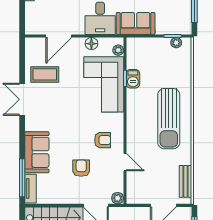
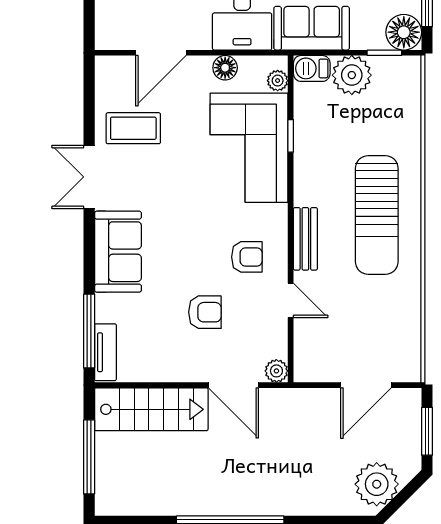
floor lamp: (183, 26) -> (404, 32), added
plant: (176, 43) -> (352, 75), moved, width x1.88, depth x1.88
barbecue: (133, 79) -> (312, 68), moved, turned 90
sofa: (37, 152) -> (118, 252), moved
armchair: (81, 168) -> (205, 312), turned 90
bench: (185, 181) -> (305, 239), moved

